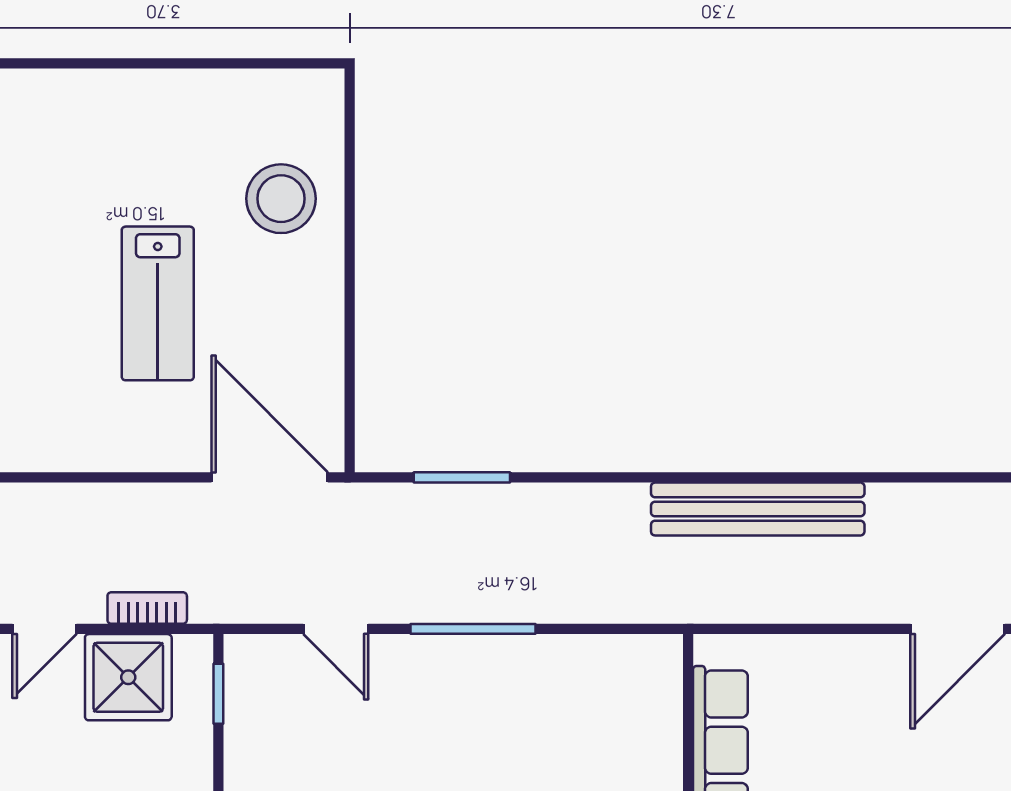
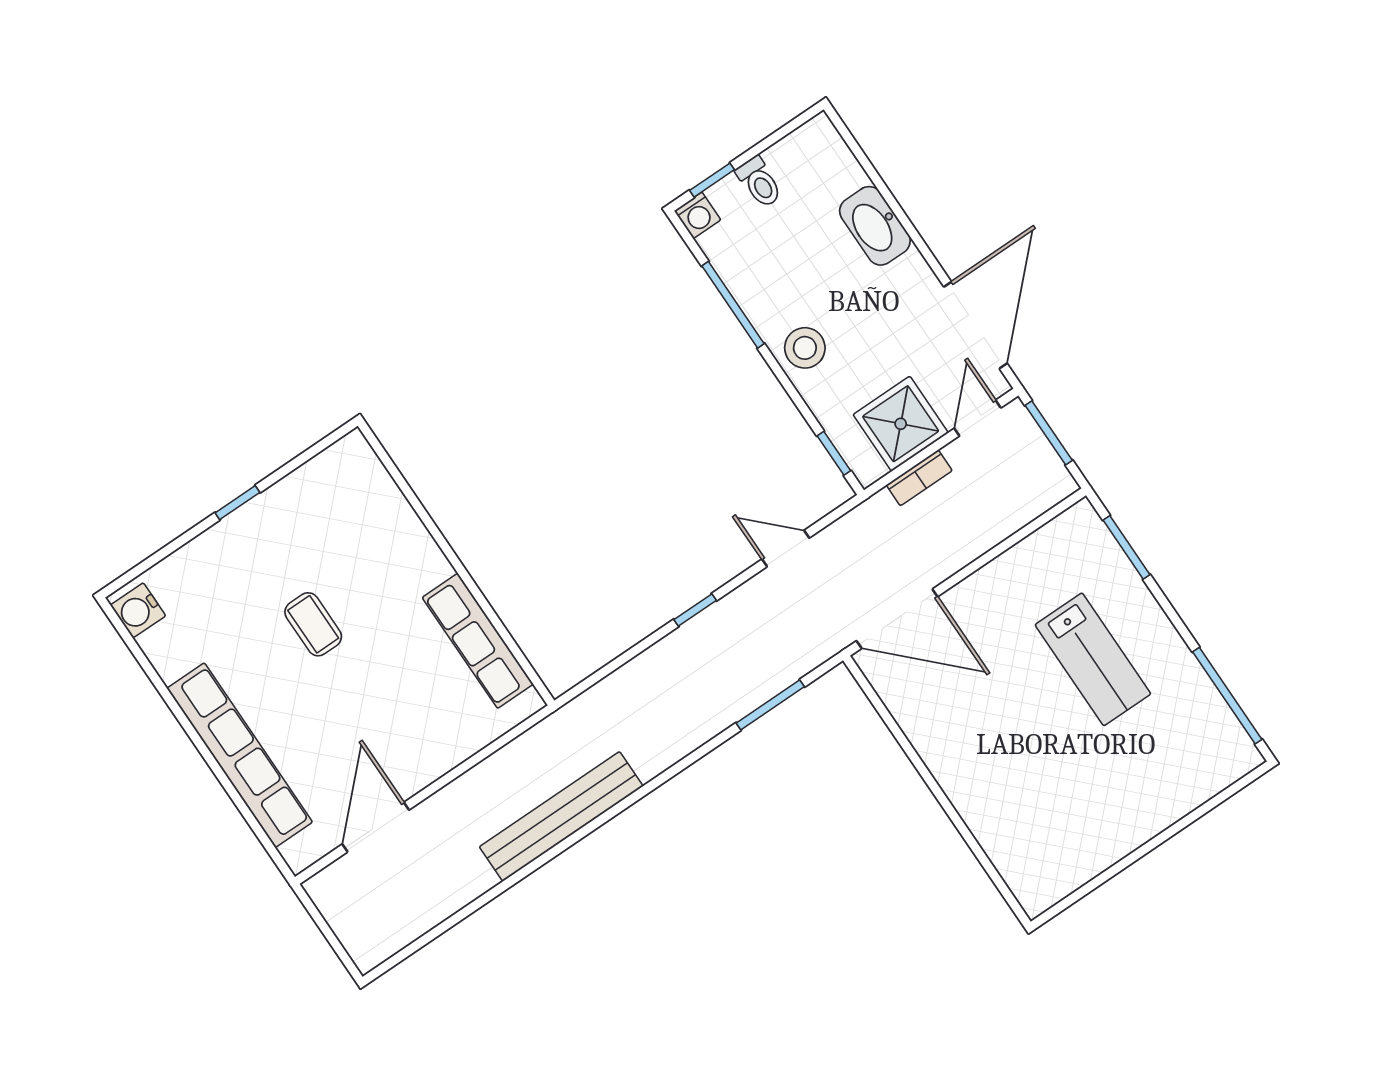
stool: (281, 199) -> (1014, 808), removed
lab bench: (158, 303) -> (1093, 659), moved, turned 180
window: (473, 629) -> (695, 610), width x0.46

